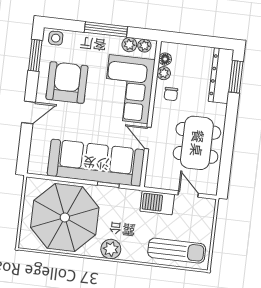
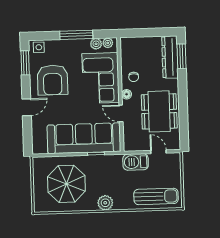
floor lamp: (165, 59) -> (127, 94), moved
plant: (164, 73) -> (126, 62), removed
armchair: (67, 82) -> (53, 80), turned 180
parasol: (65, 218) -> (66, 184), width x0.73, depth x0.73

